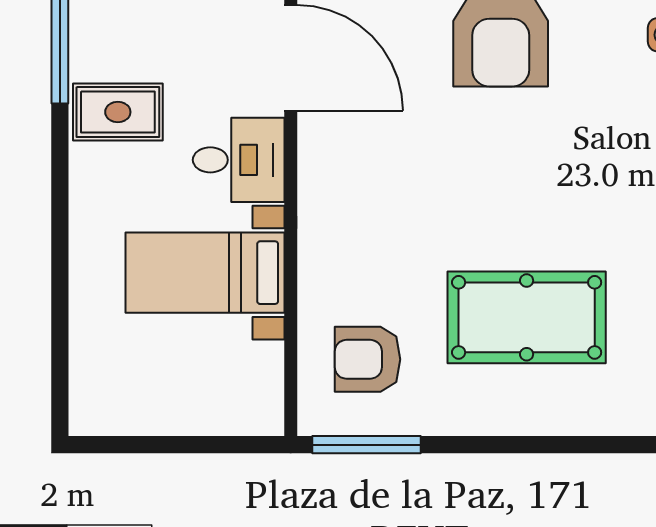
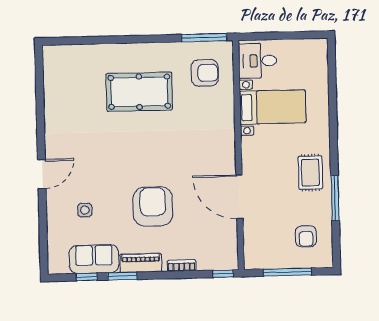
rug: (118, 112) -> (310, 173), turned 90
desk: (239, 160) -> (258, 61), moved

